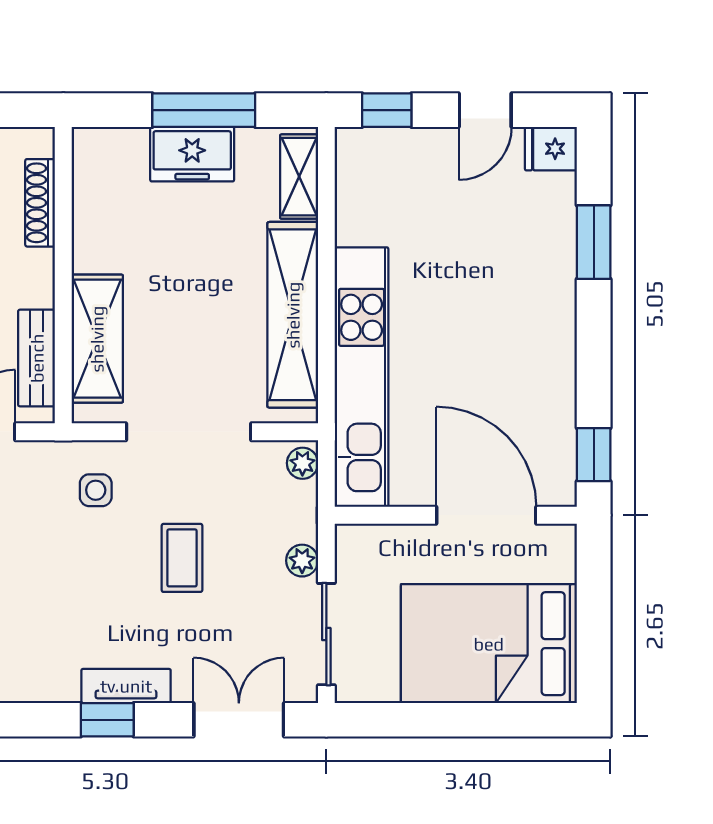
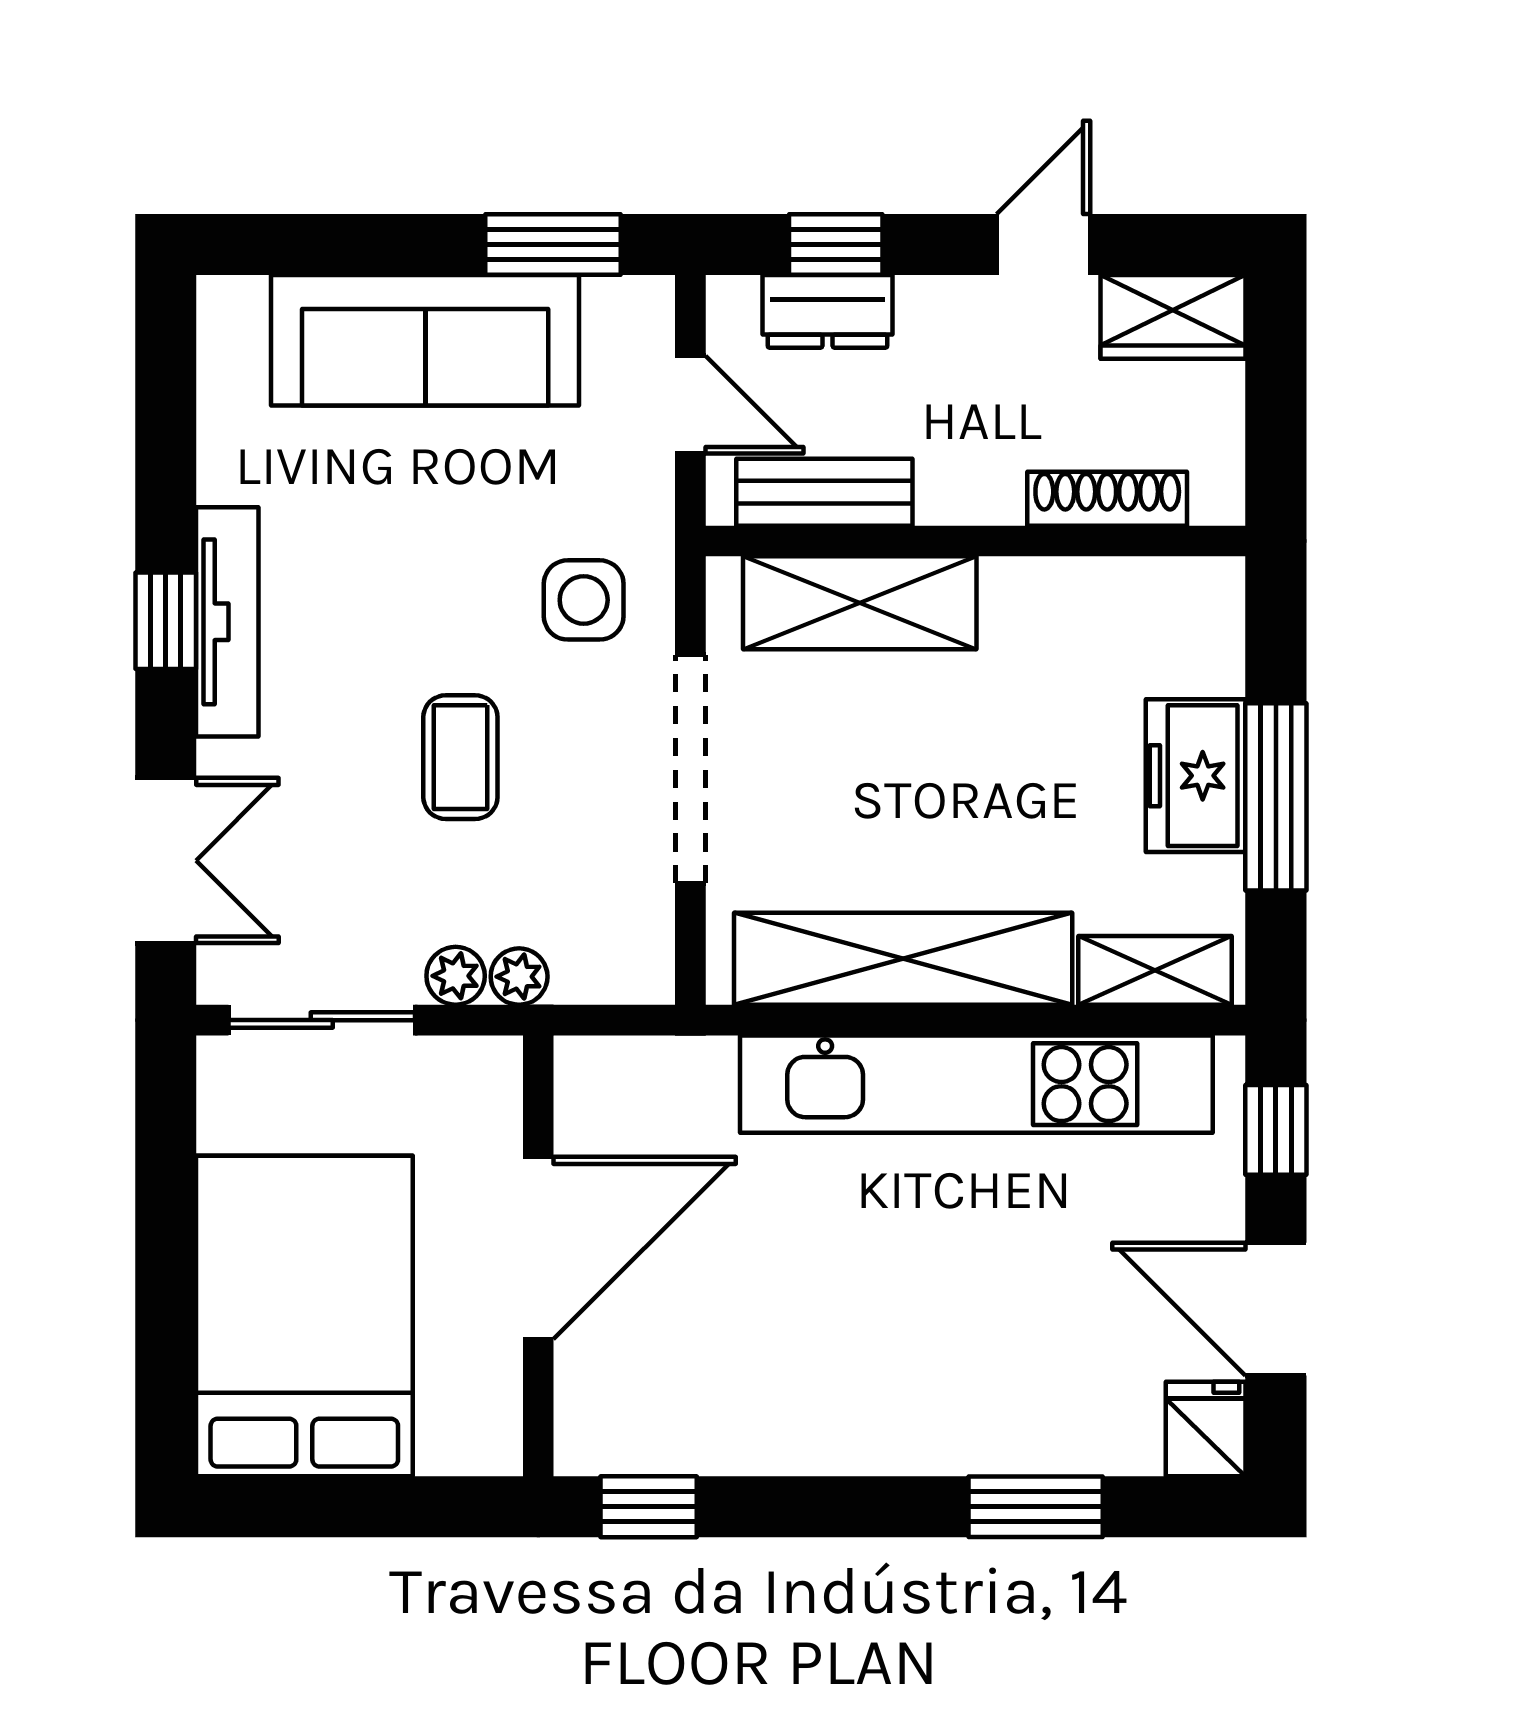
door: (485, 110) -> (1276, 1309), width x1.37
kitchen unit: (362, 377) -> (976, 1084), moved
plant: (302, 463) -> (519, 977), moved
side table: (96, 490) -> (584, 600), width x1.37, depth x1.37
door: (486, 515) -> (538, 1248), moved
coffee table: (182, 558) -> (460, 757), turned 90
tv unit: (126, 686) -> (227, 622), width x1.41

